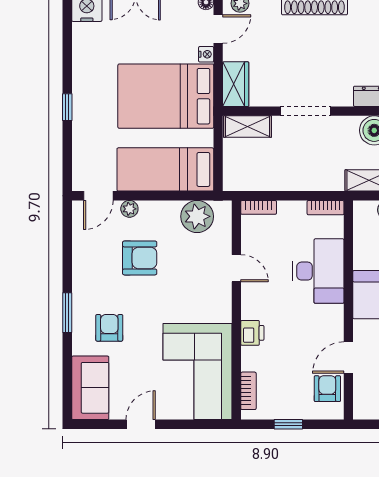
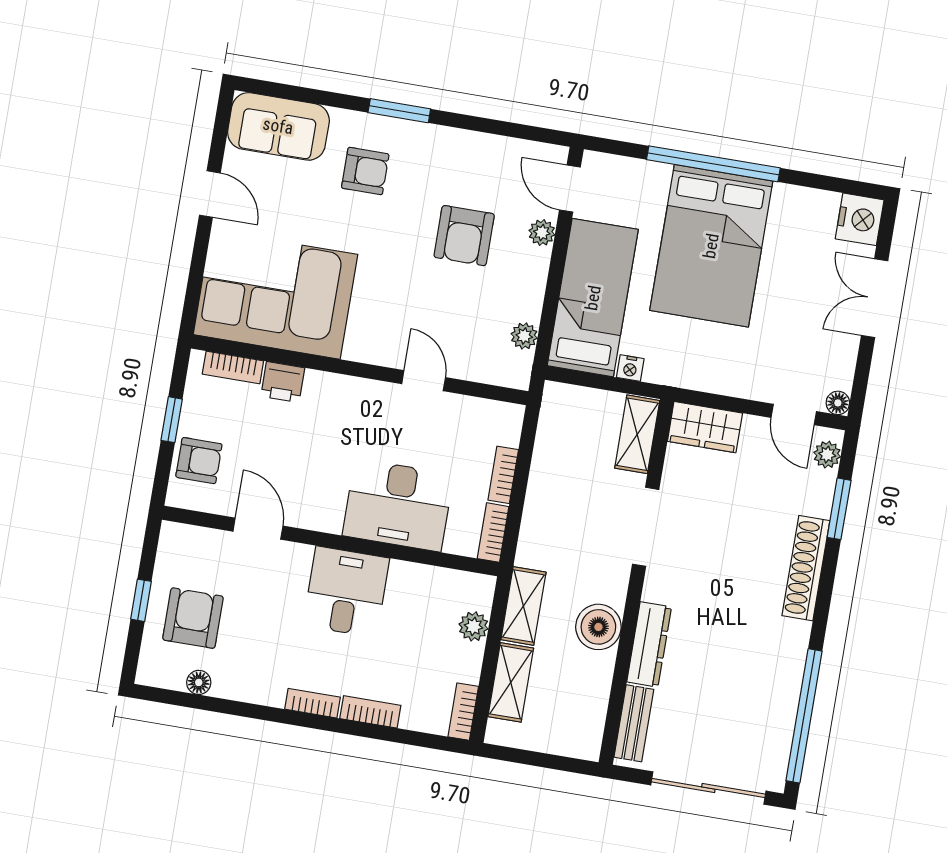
nightstand: (206, 54) -> (630, 368), moved
bed: (166, 96) -> (711, 246), moved, turned 180
window: (67, 107) -> (713, 164), width x3.17
bookcase: (259, 207) -> (503, 475), moved
plant: (197, 216) -> (524, 336), width x0.53, depth x0.53
door: (236, 268) -> (424, 381), swing flipped
printer: (252, 333) -> (283, 382), moved
armchair: (327, 389) -> (199, 461), moved

